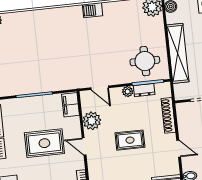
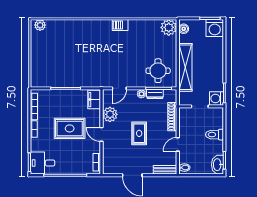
door: (100, 88) -> (119, 88), hinge flipped
rug: (130, 140) -> (139, 133), turned 90
door: (179, 149) -> (178, 144), swing flipped

